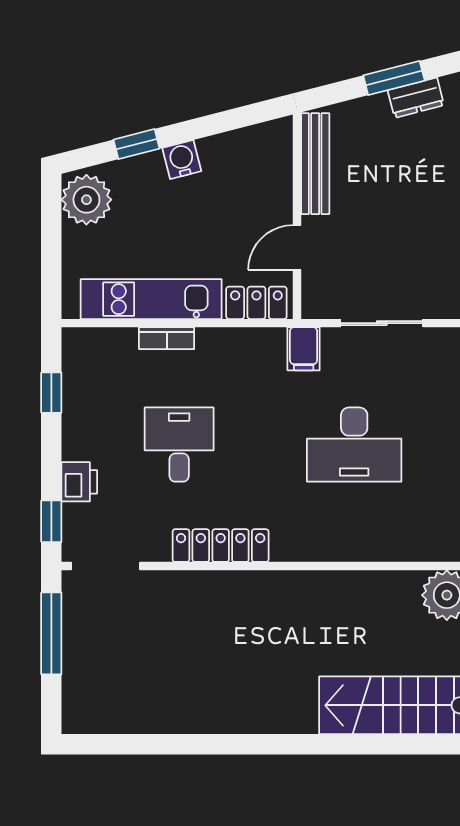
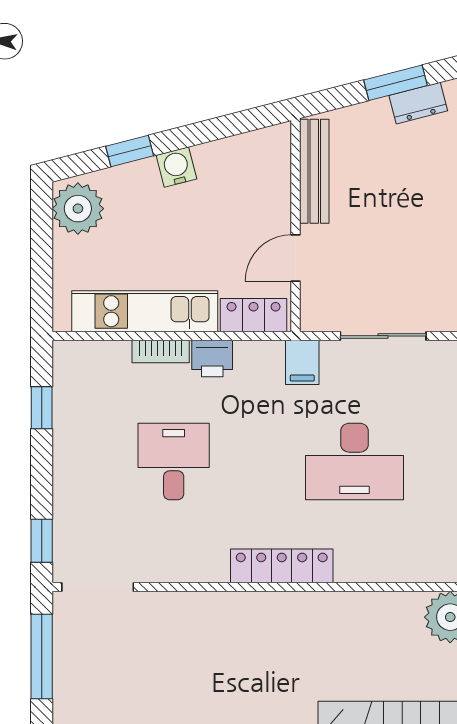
printer: (79, 482) -> (212, 359), moved, turned 90
locker: (221, 546) -> (282, 566), moved

